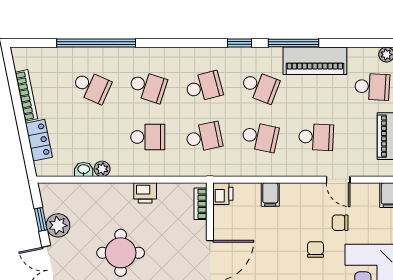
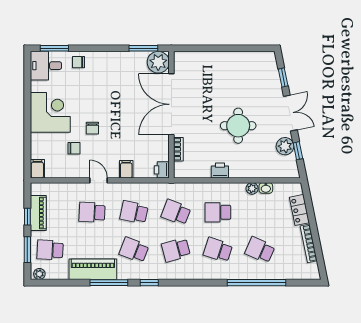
school desk: (204, 137) -> (176, 212), turned 33
door: (338, 180) -> (99, 180), moved
bookcase: (201, 204) -> (178, 149), moved

